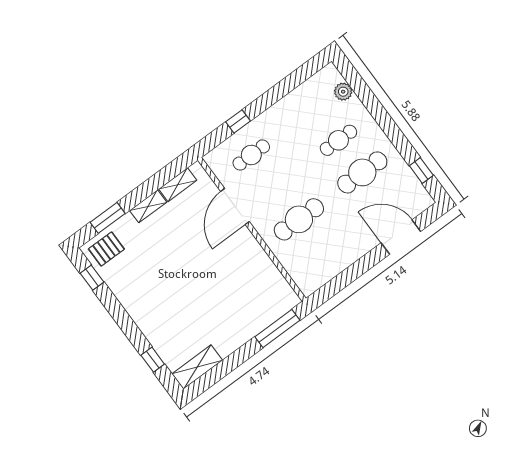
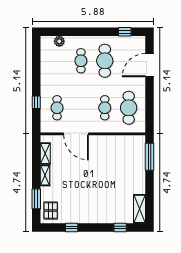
cafe table: (299, 219) -> (105, 108), width x0.73, depth x0.74
cafe table: (323, 252) -> (129, 108), added
window: (92, 278) -> (72, 228), moved

